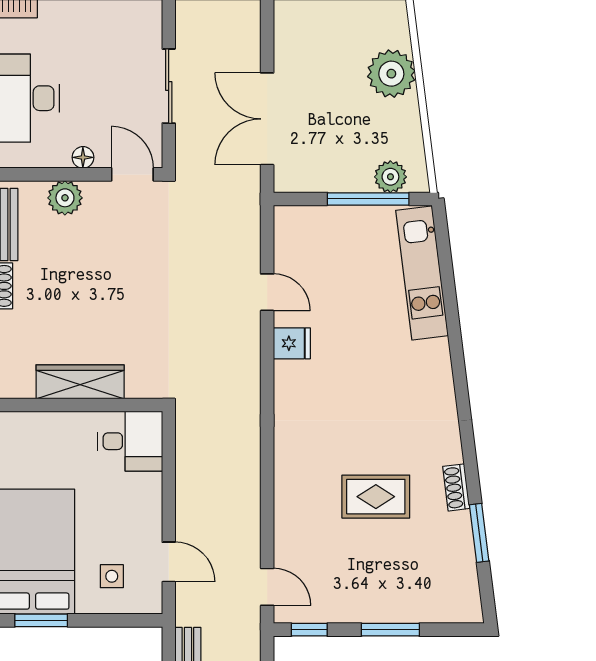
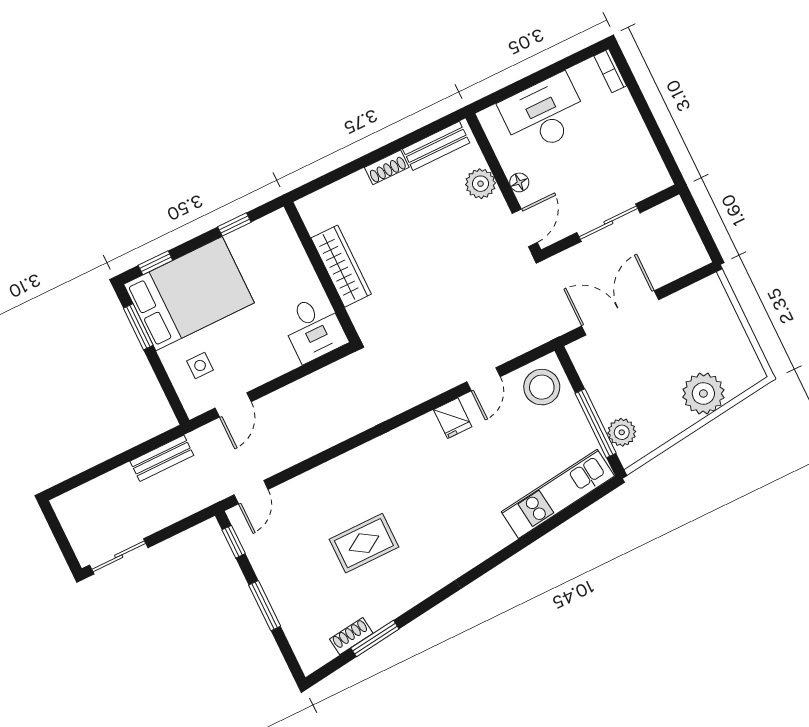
stool: (304, 236) -> (542, 387), added
shoe rack: (456, 487) -> (351, 636), moved
rug: (376, 497) -> (364, 543), turned 90

